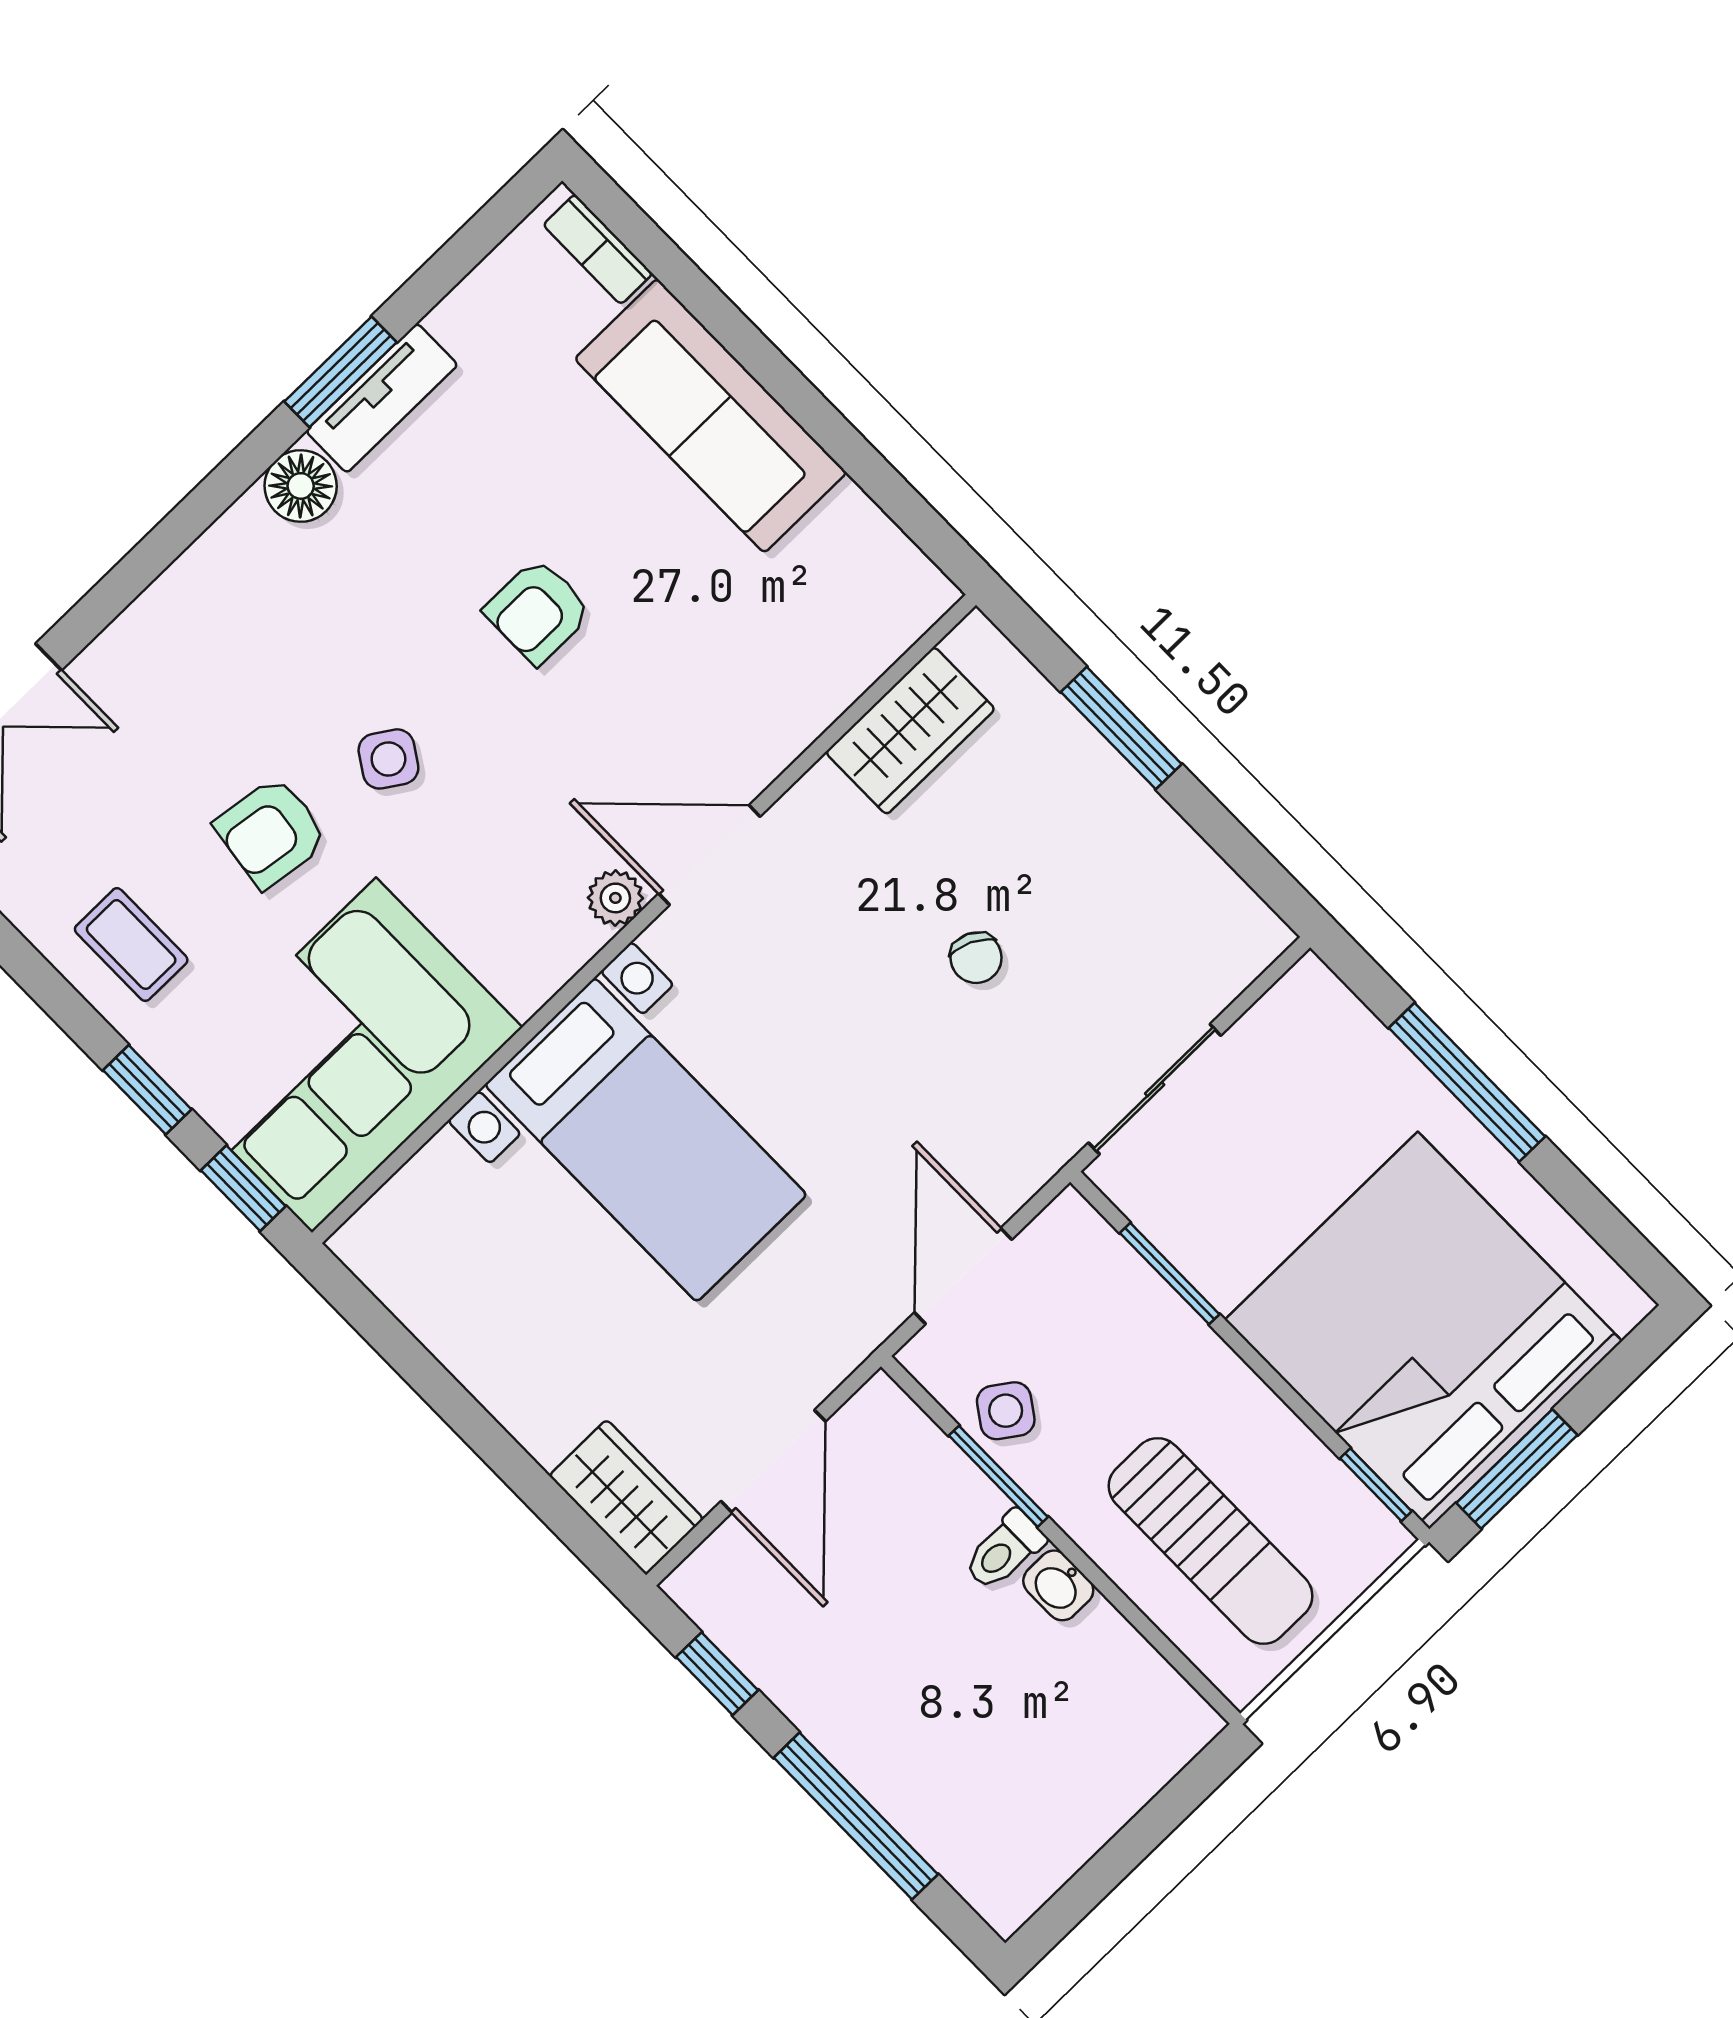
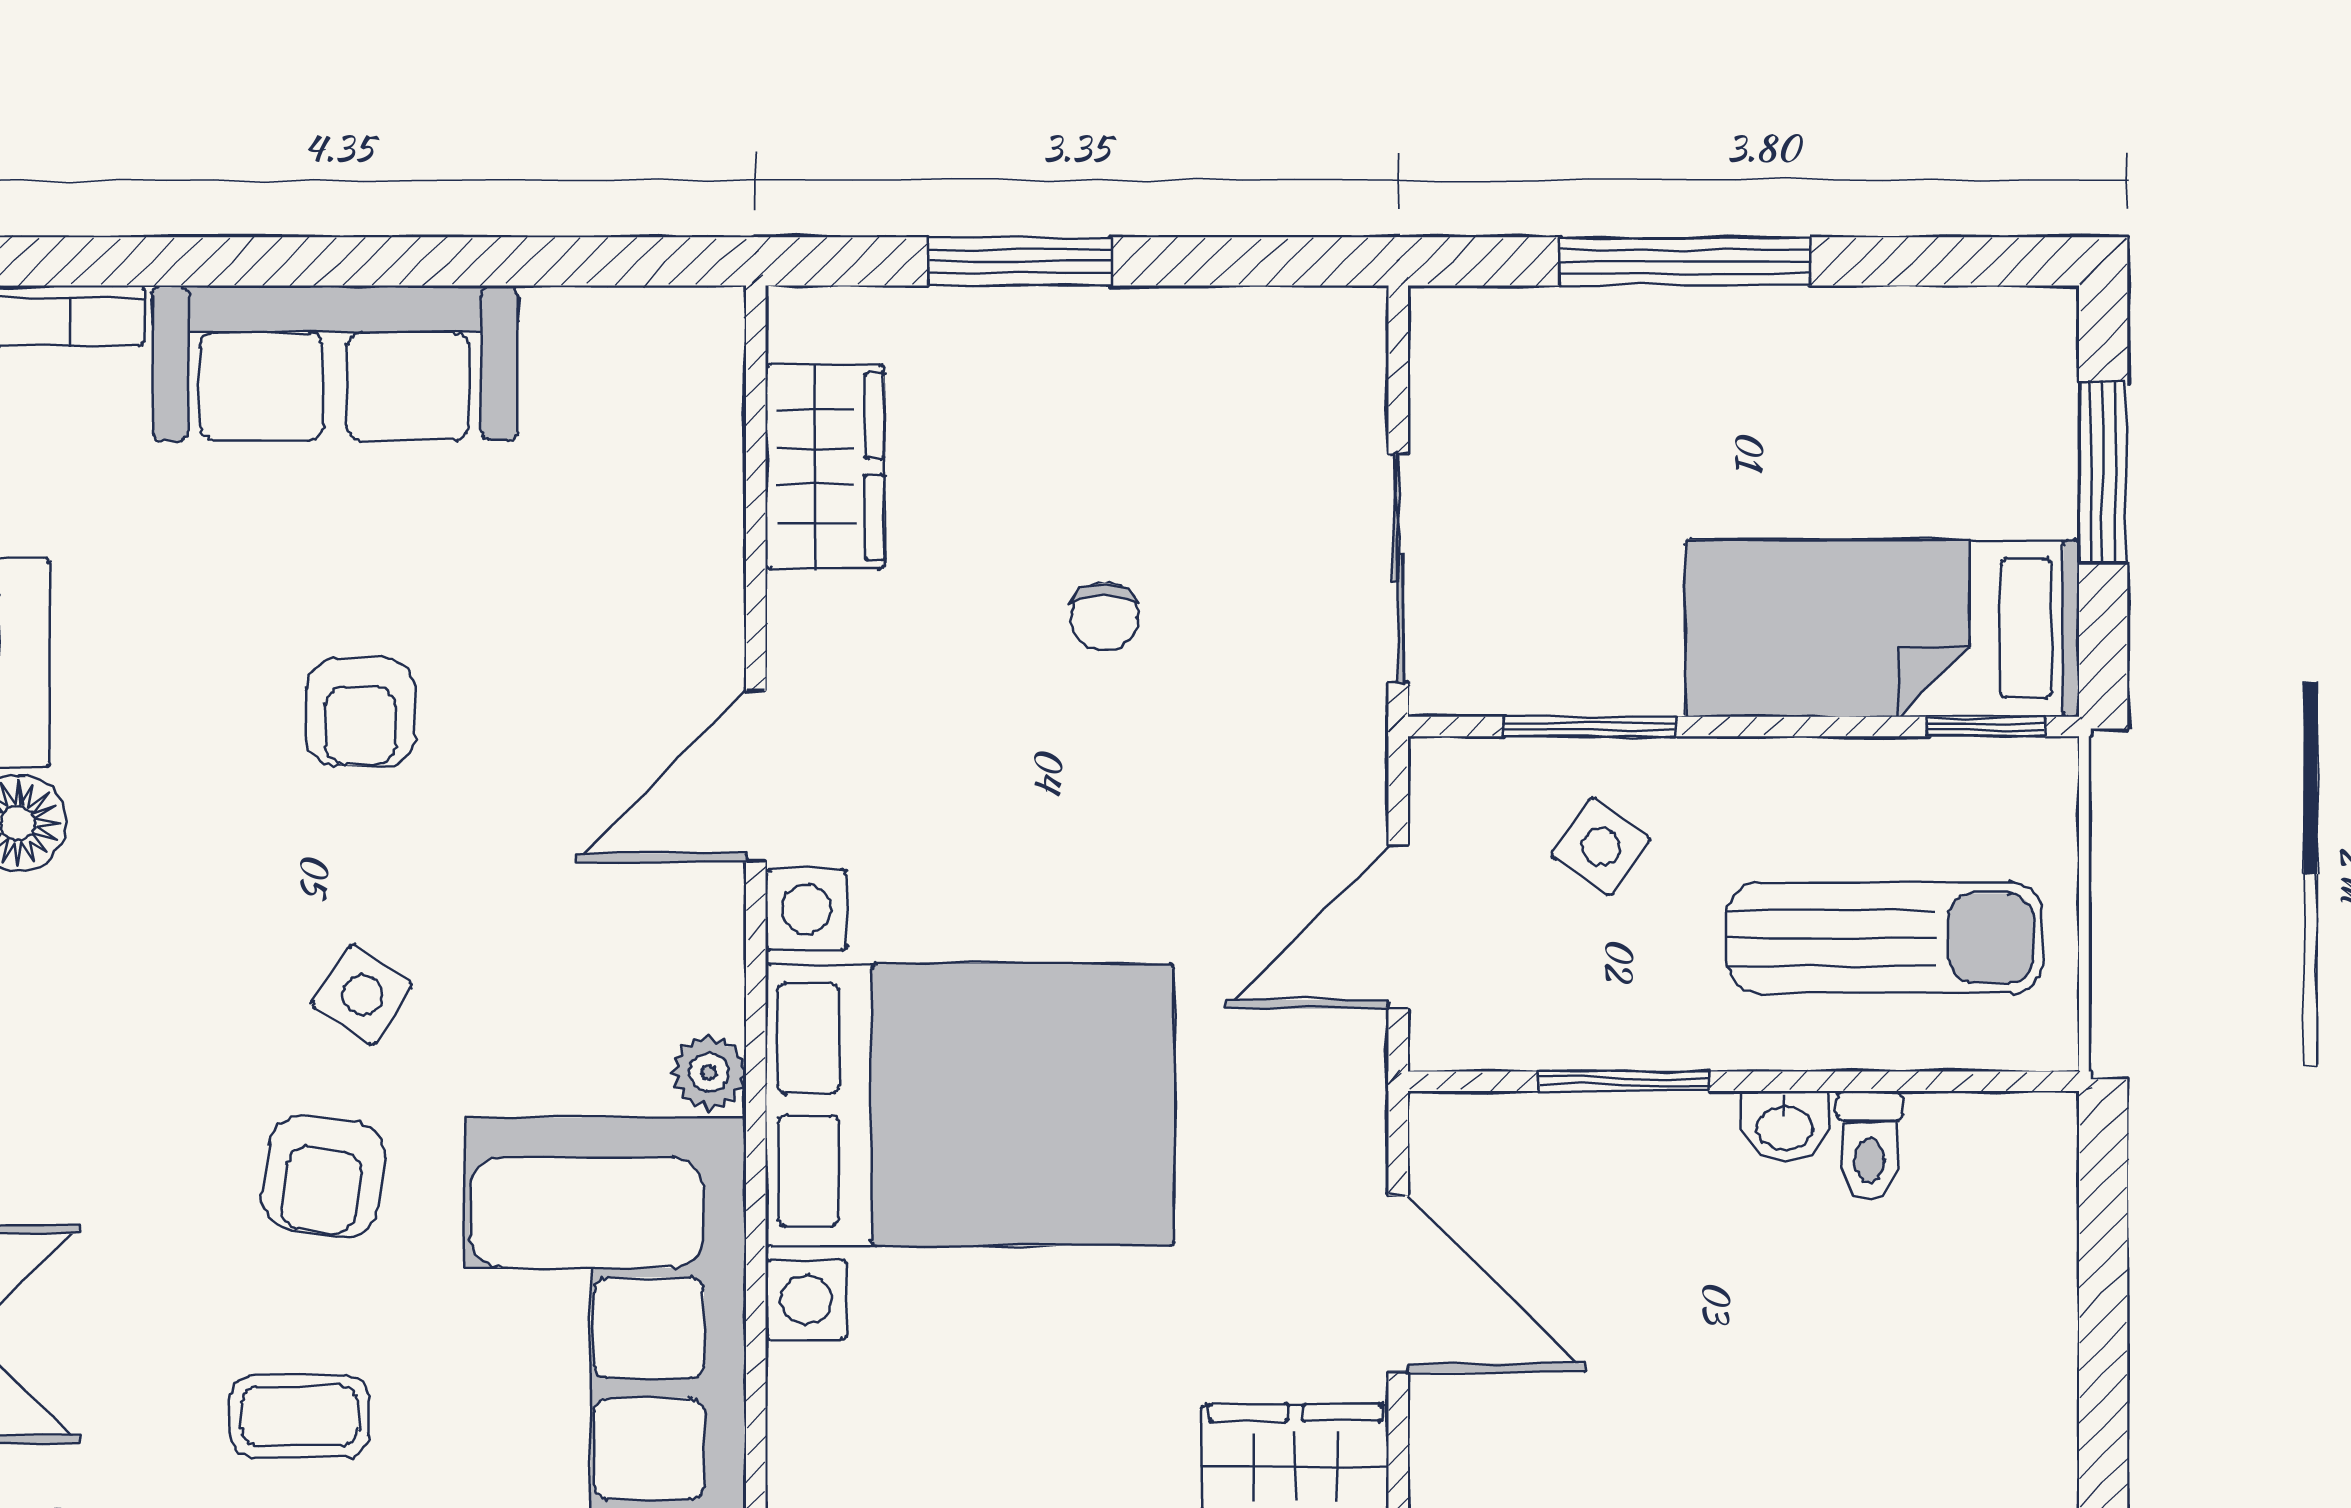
plant: (615, 898) -> (709, 1073), moved
chair: (976, 958) -> (1105, 616), turned 65
bed with nightstands: (646, 1140) -> (970, 1105), width x1.36
door: (963, 1276) -> (1398, 927), hinge flipped
bed: (1424, 1330) -> (1882, 628), width x0.49
side table: (1006, 1411) -> (1601, 847), moved
window: (1517, 1469) -> (2103, 472), moved
toilet: (1004, 1550) -> (1869, 1145), moved

